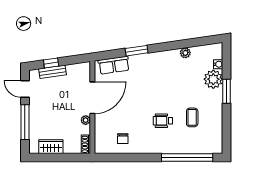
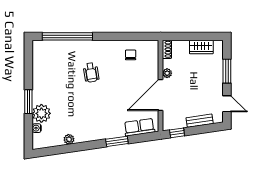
window: (51, 63) -> (177, 133), moved
coffee table: (192, 117) -> (62, 76), removed
wheelchair: (163, 121) -> (91, 73), turned 81
window: (25, 122) -> (227, 71), width x0.69

